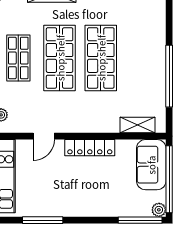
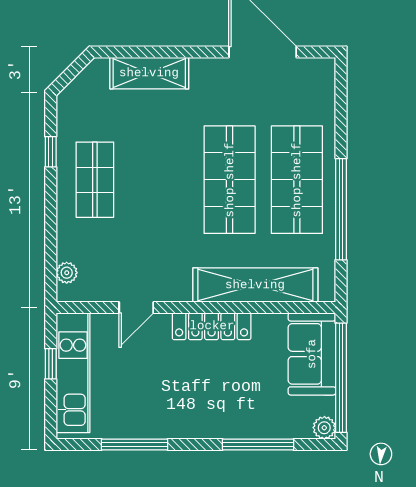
shop shelf: (60, 58) -> (297, 180), moved
shelving: (138, 125) -> (255, 285), width x2.20, depth x1.33
window: (140, 220) -> (258, 445), moved

